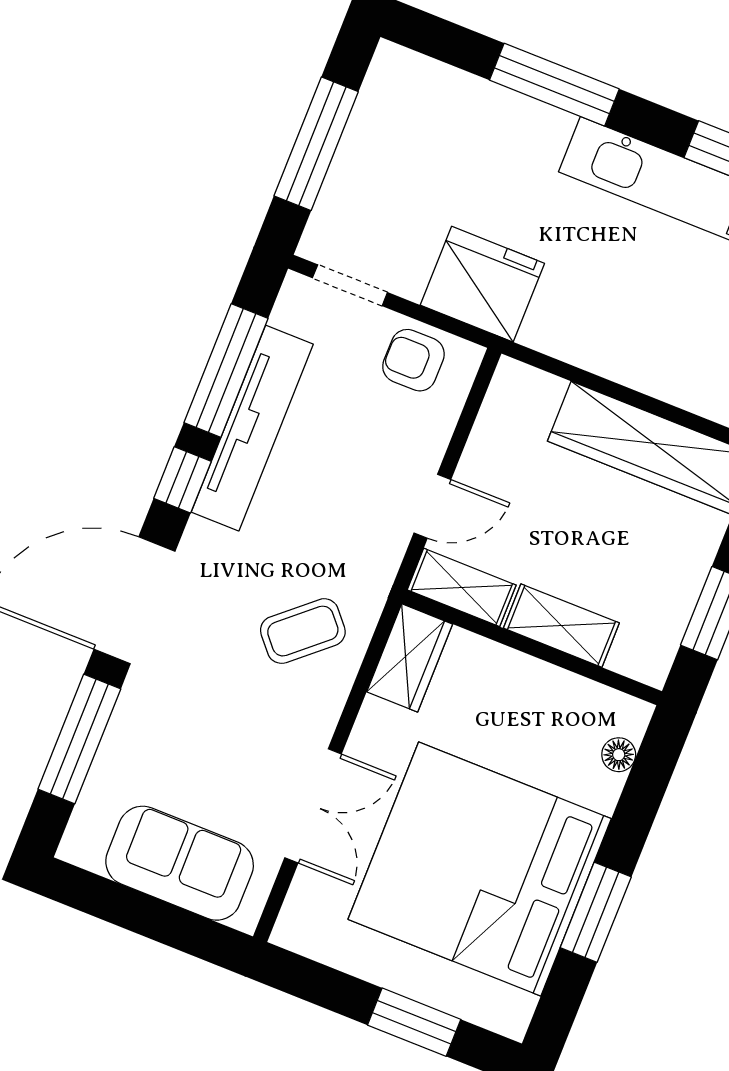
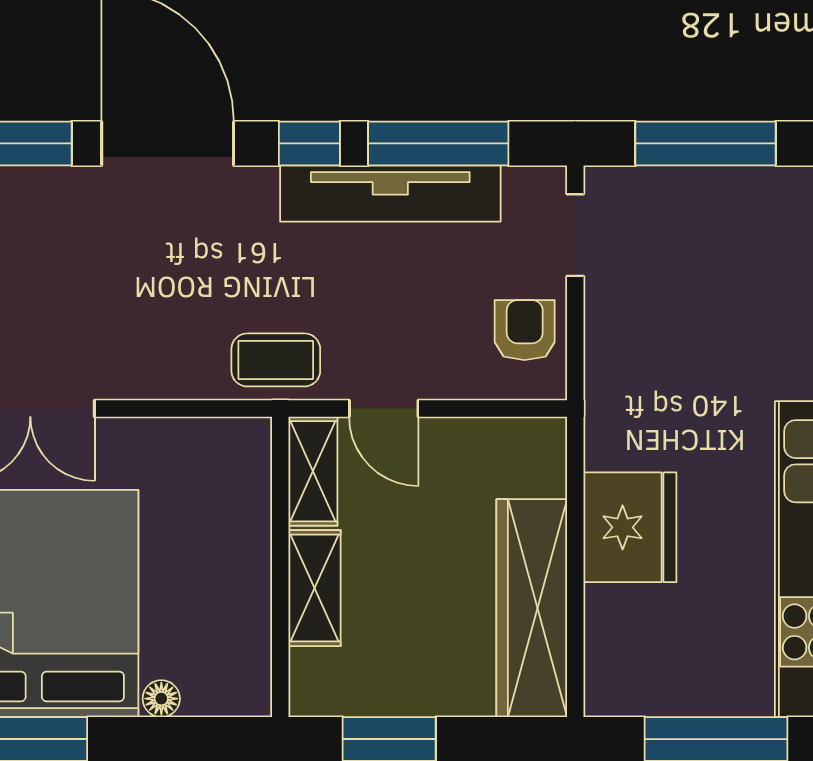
fridge: (482, 284) -> (630, 527), moved
coffee table: (303, 631) -> (276, 360), moved, turned -49
wardrobe: (410, 658) -> (220, 447), removed
floor lamp: (619, 755) -> (161, 699), moved

